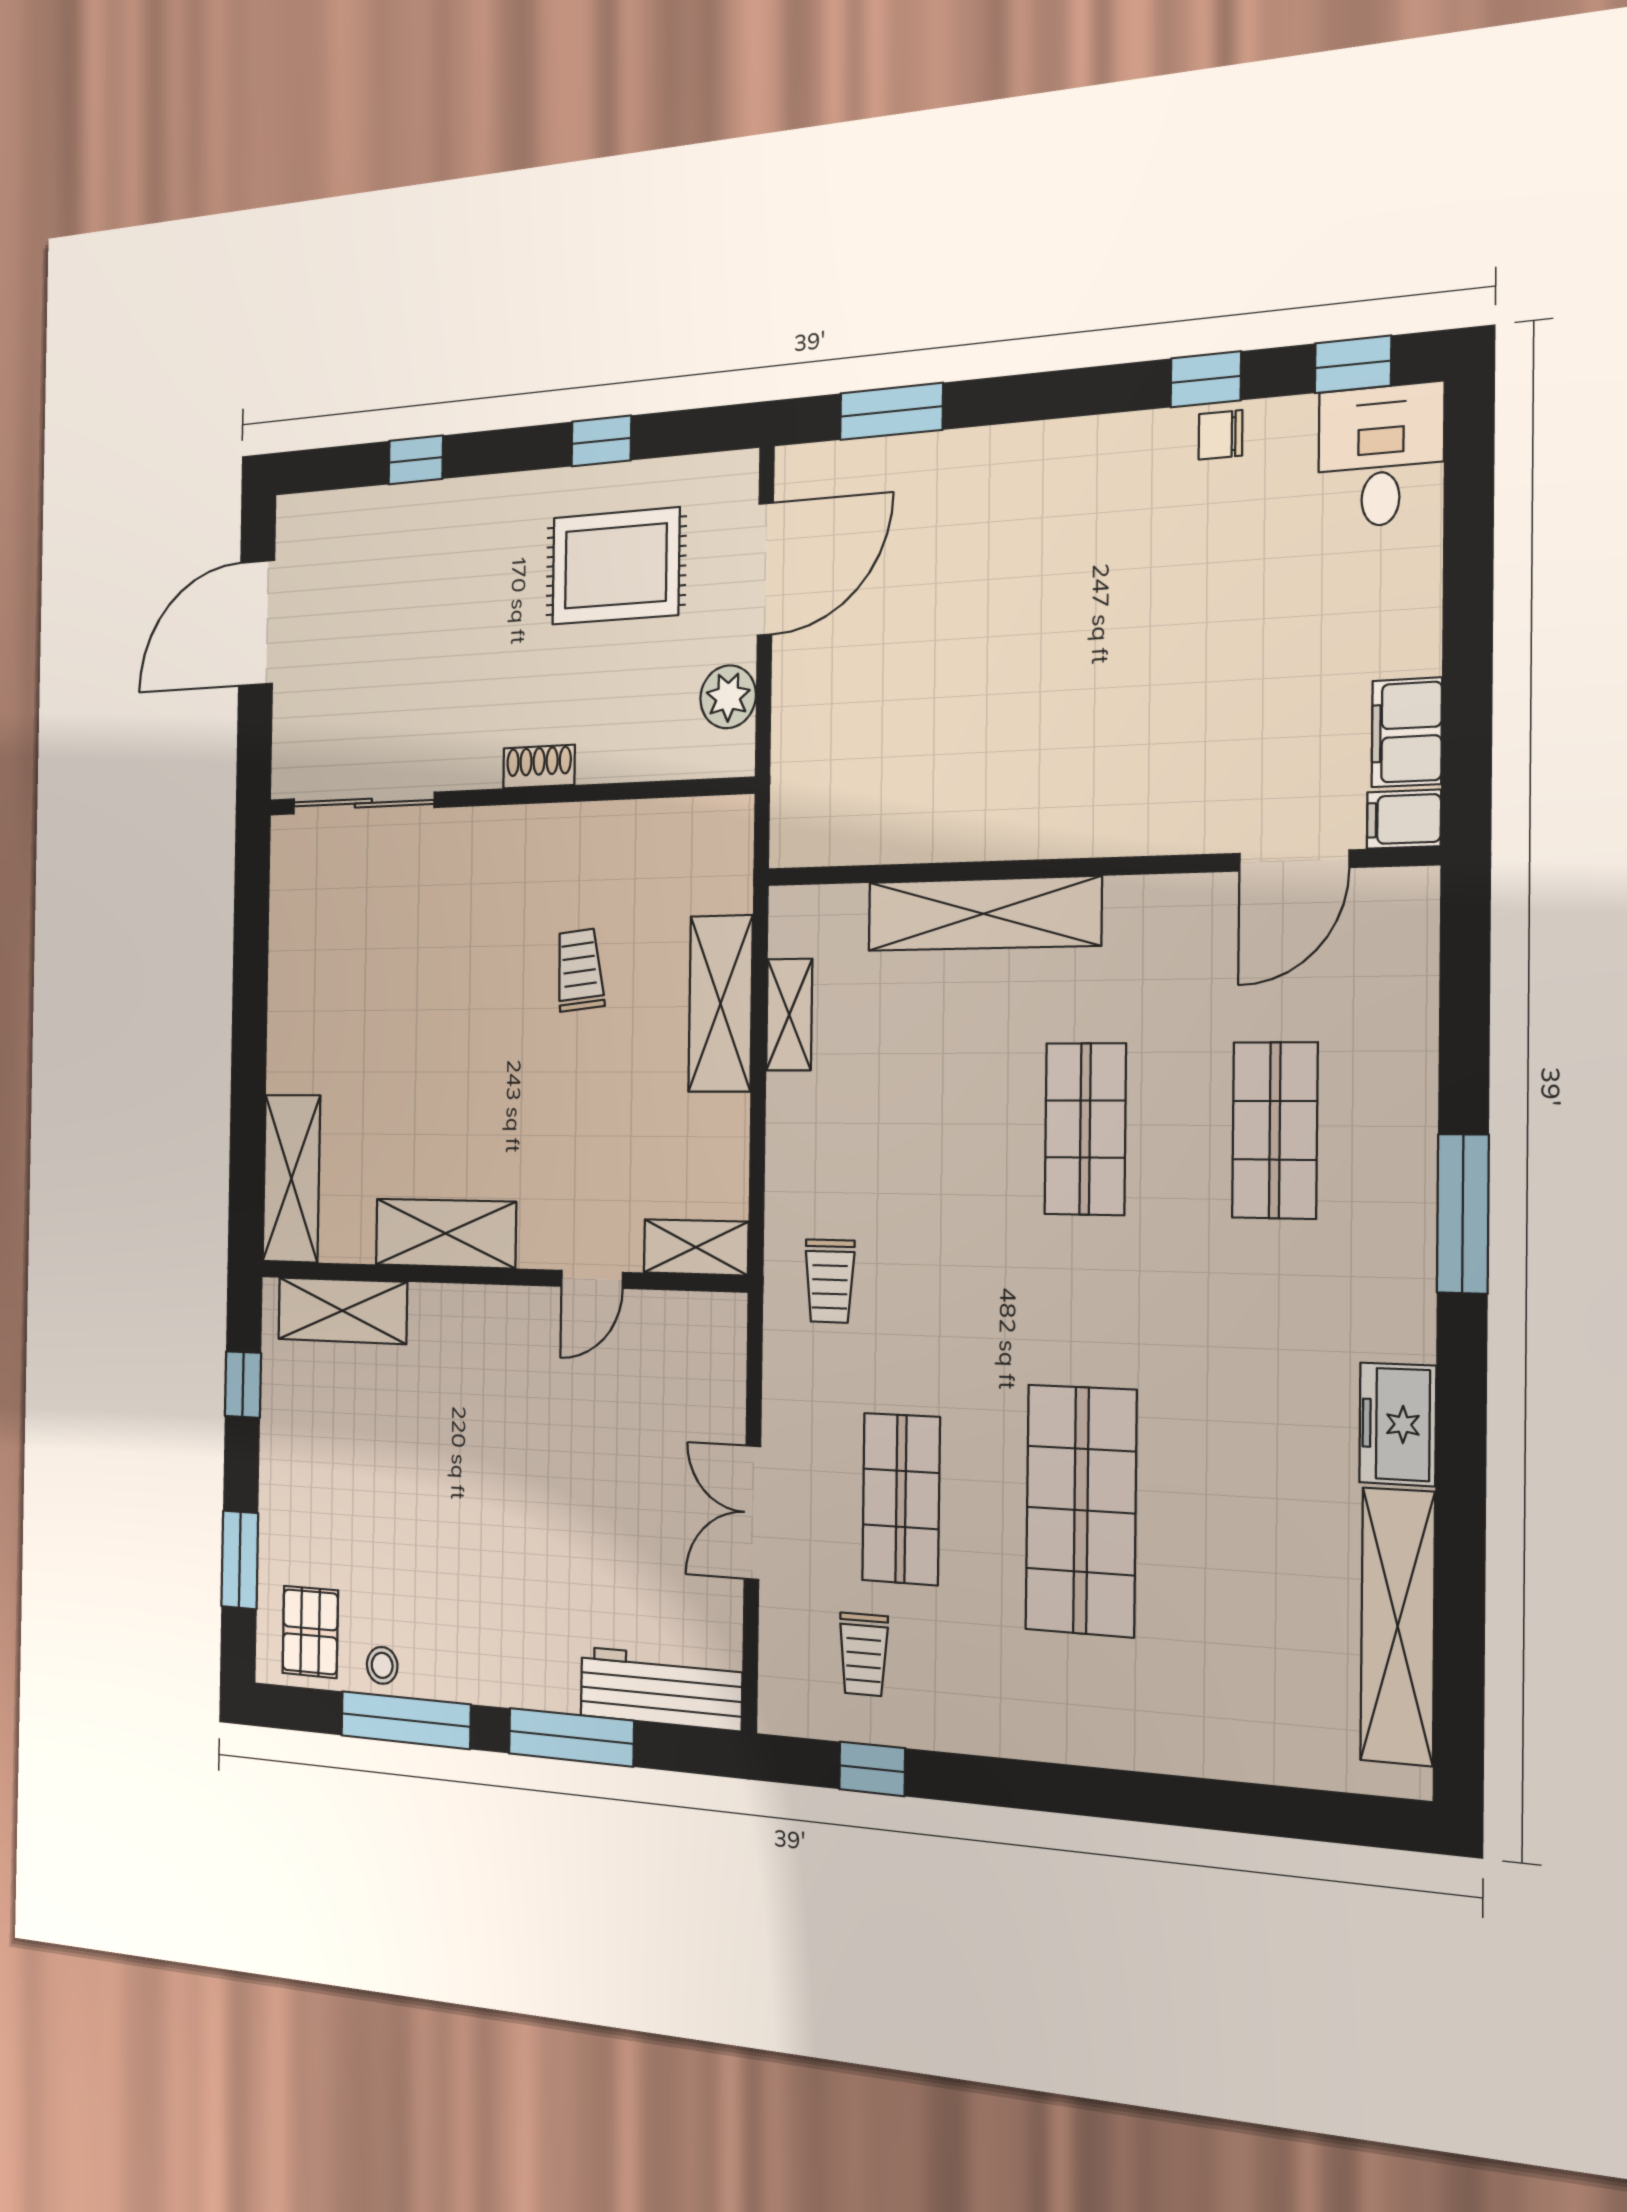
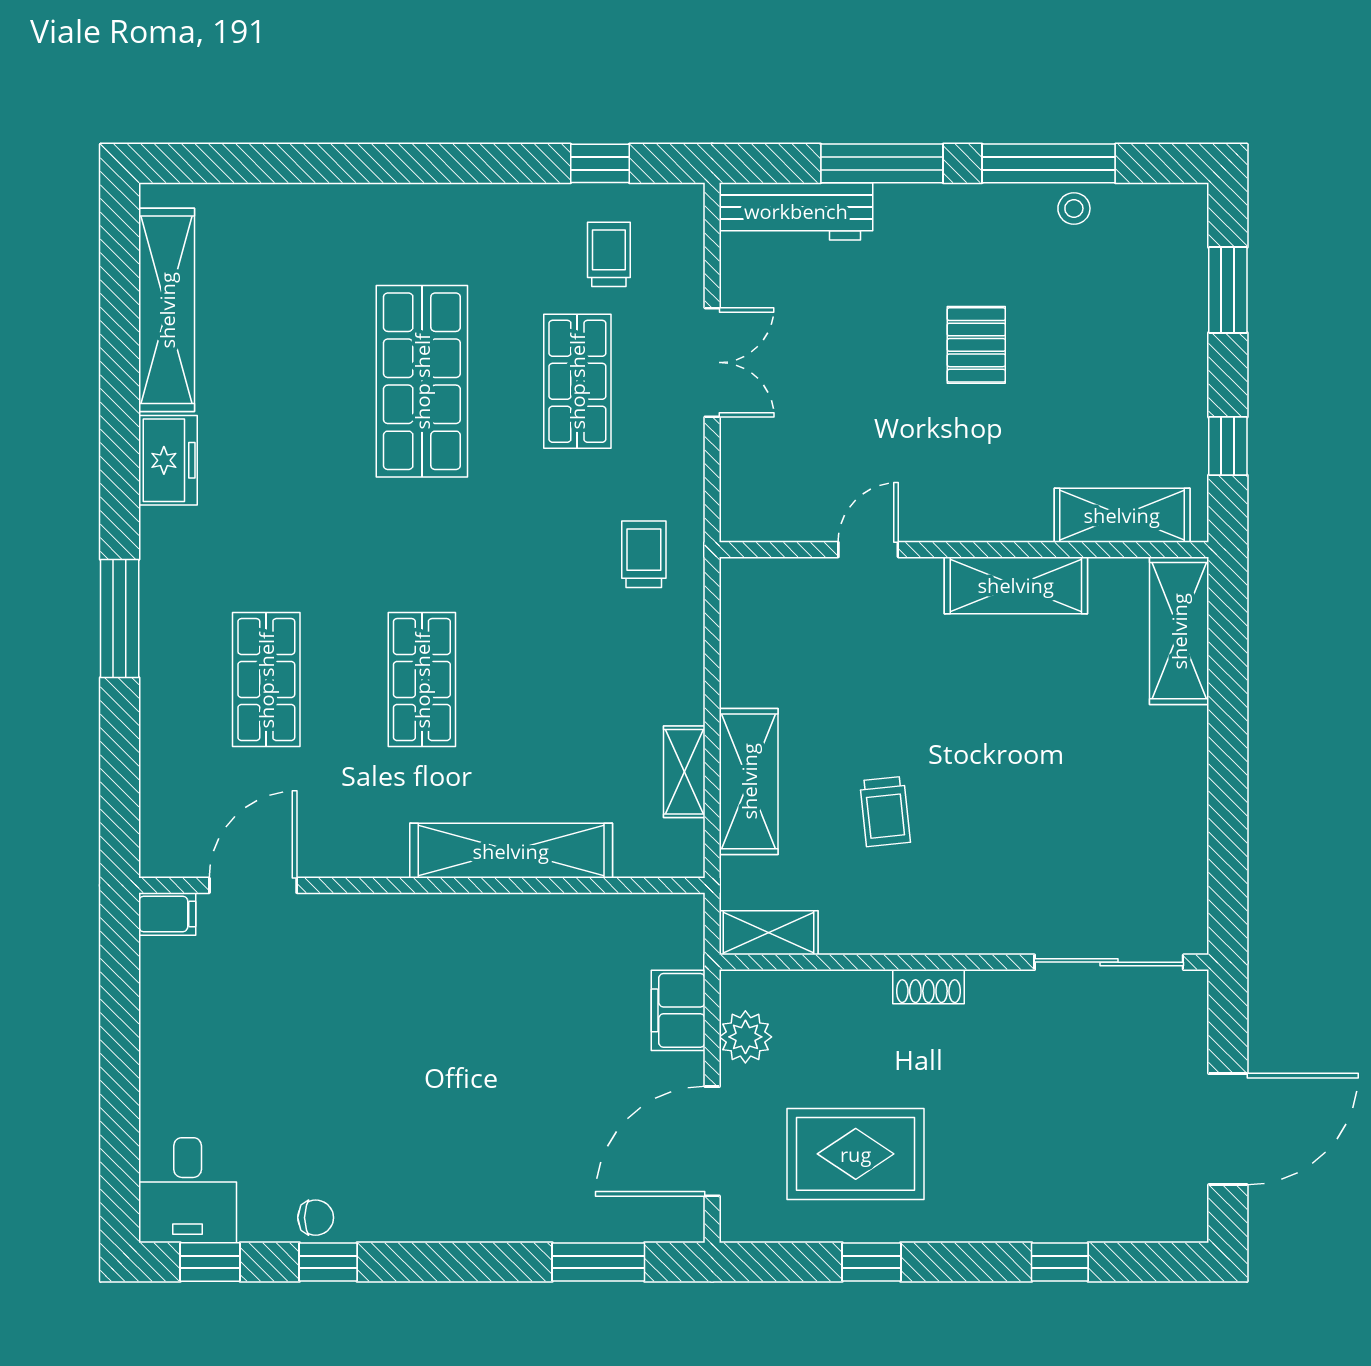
filing cabinet: (1407, 732) -> (678, 1010), moved, turned 180
shelving: (696, 1247) -> (769, 933), moved
pallet: (310, 1632) -> (976, 345), moved

